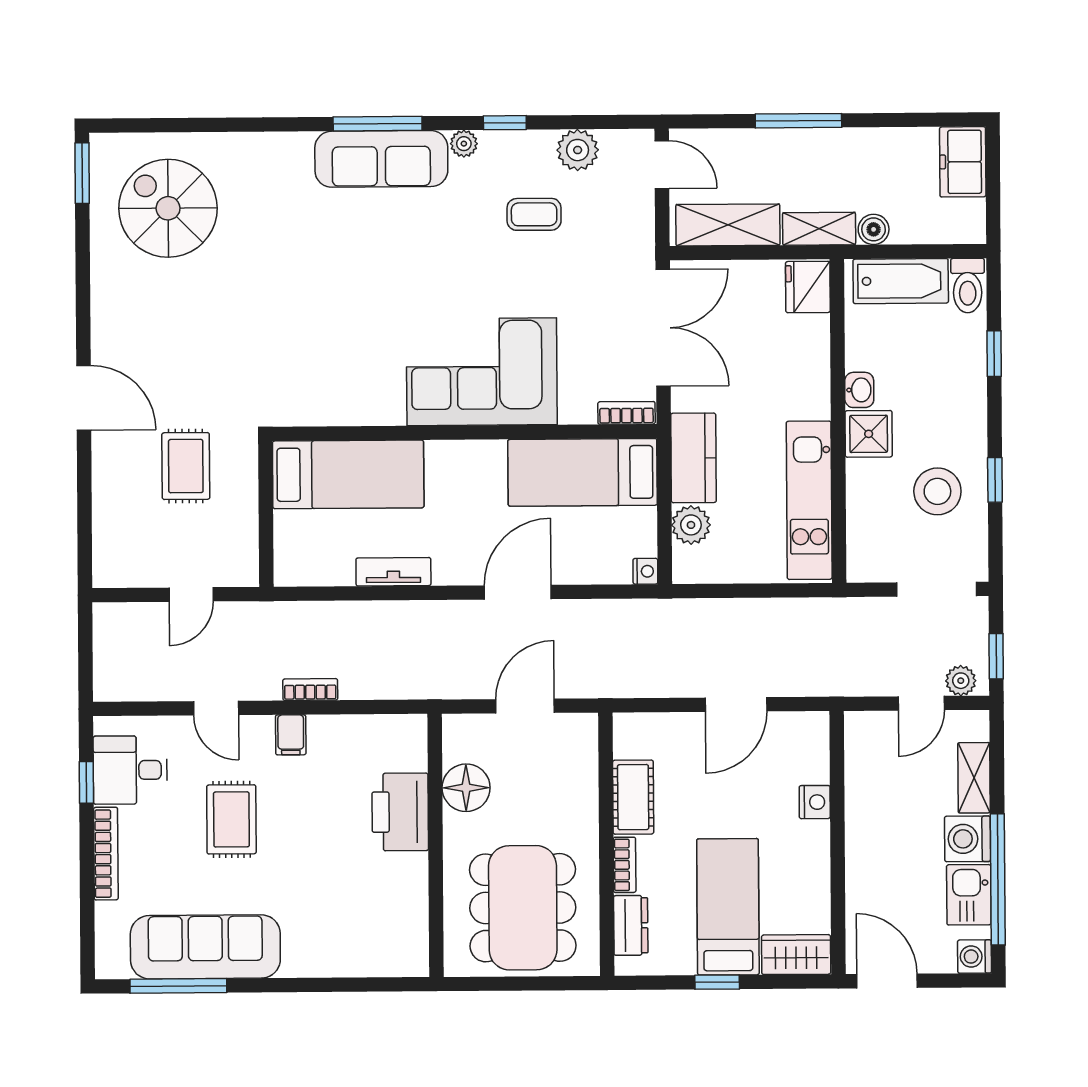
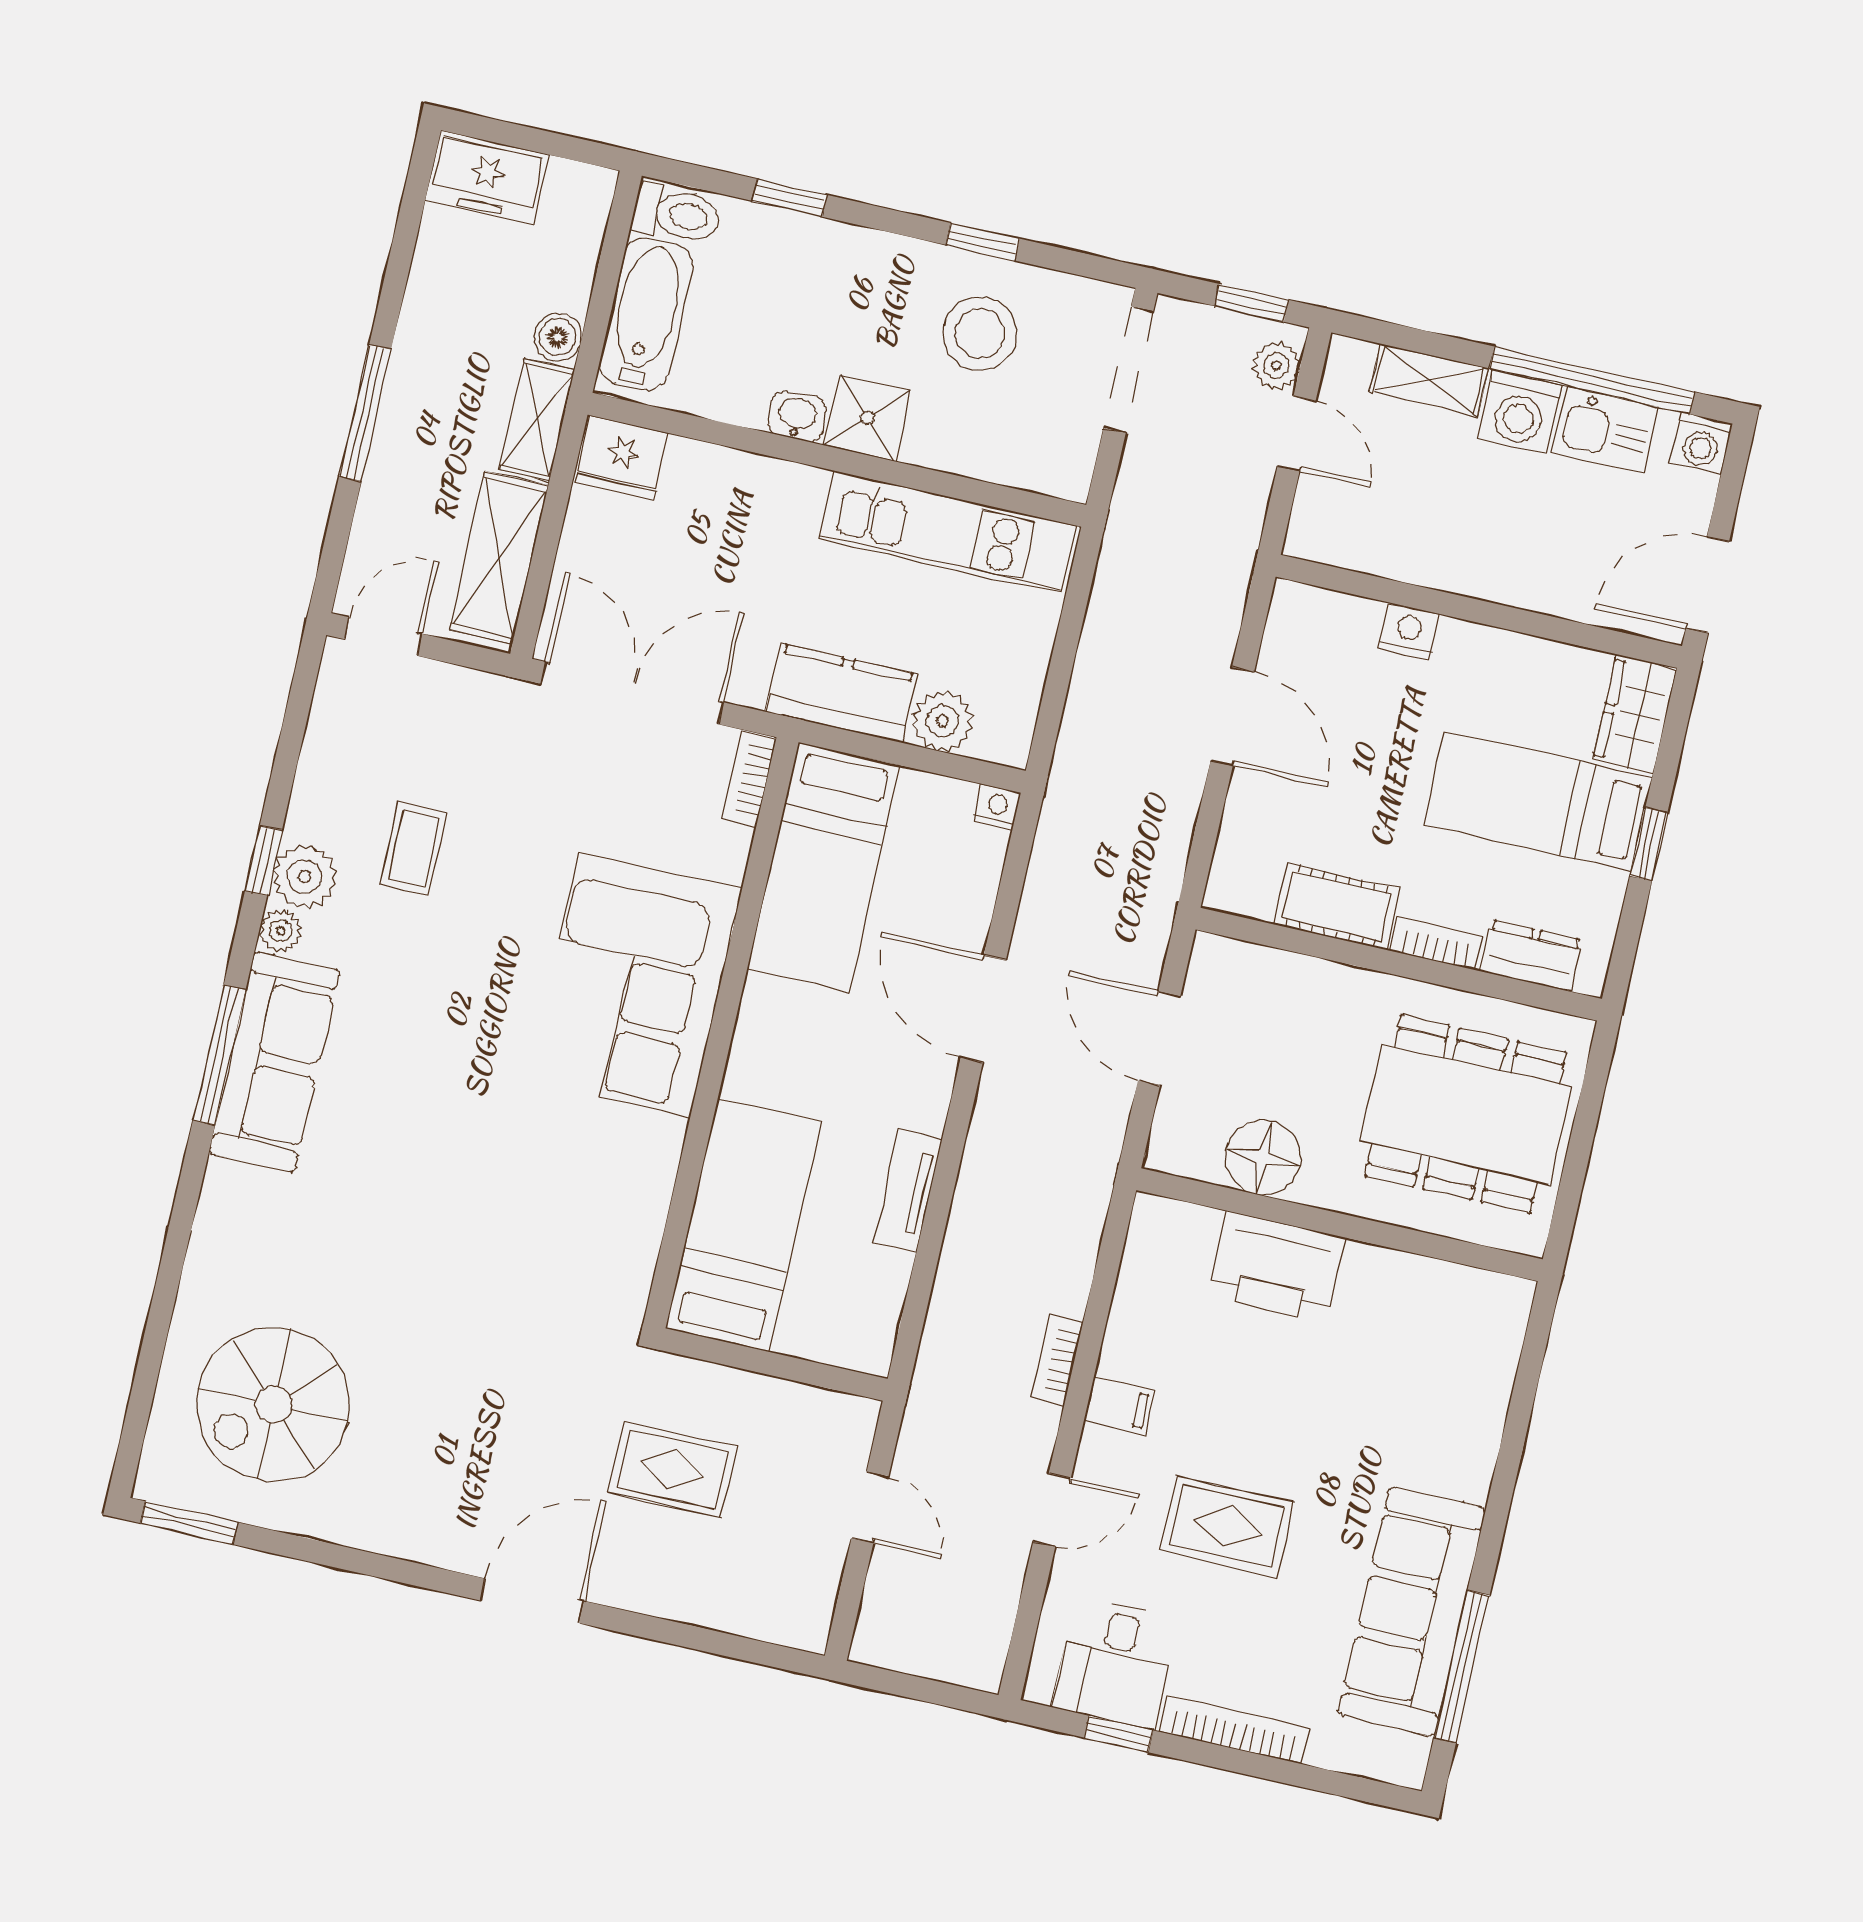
plant: (578, 150) -> (304, 877), moved

